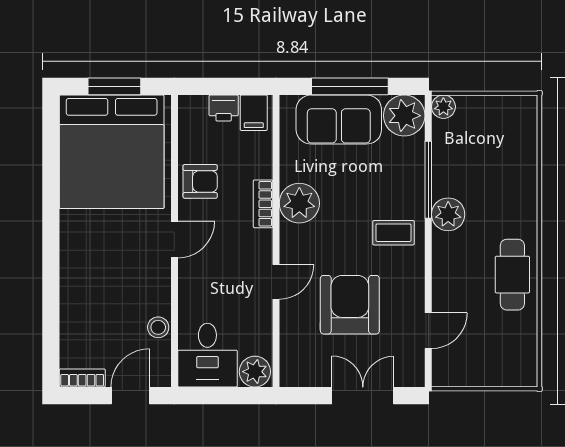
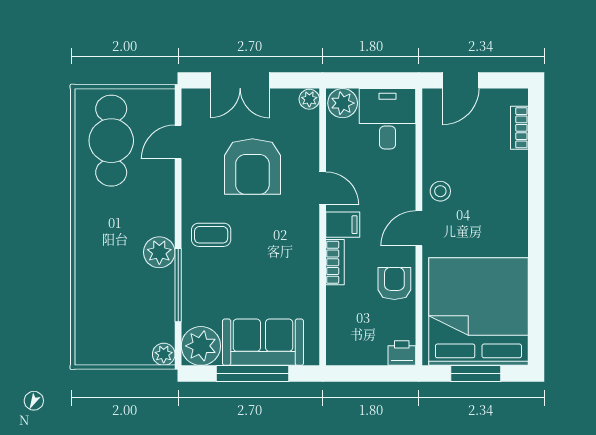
printer: (224, 108) -> (402, 353), moved
filing cabinet: (254, 113) -> (343, 225), moved, turned 90
armchair: (200, 181) -> (394, 283), turned 90
plant: (299, 203) -> (309, 99), moved, width x0.53, depth x0.53
cafe table: (512, 275) -> (111, 141), moved, width x1.37, depth x1.35
door: (276, 282) -> (323, 188), swing flipped
stool: (158, 327) -> (440, 191), moved
bookcase: (82, 378) -> (519, 128), moved, turned 90

